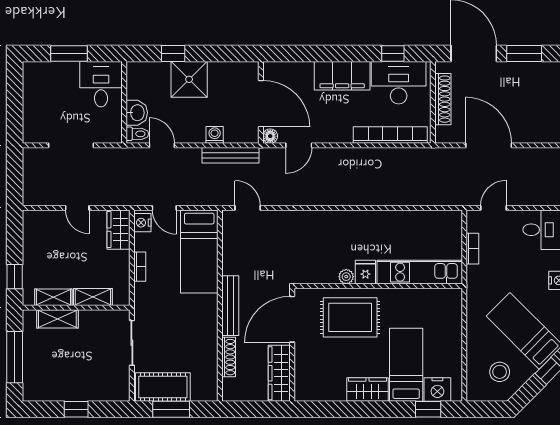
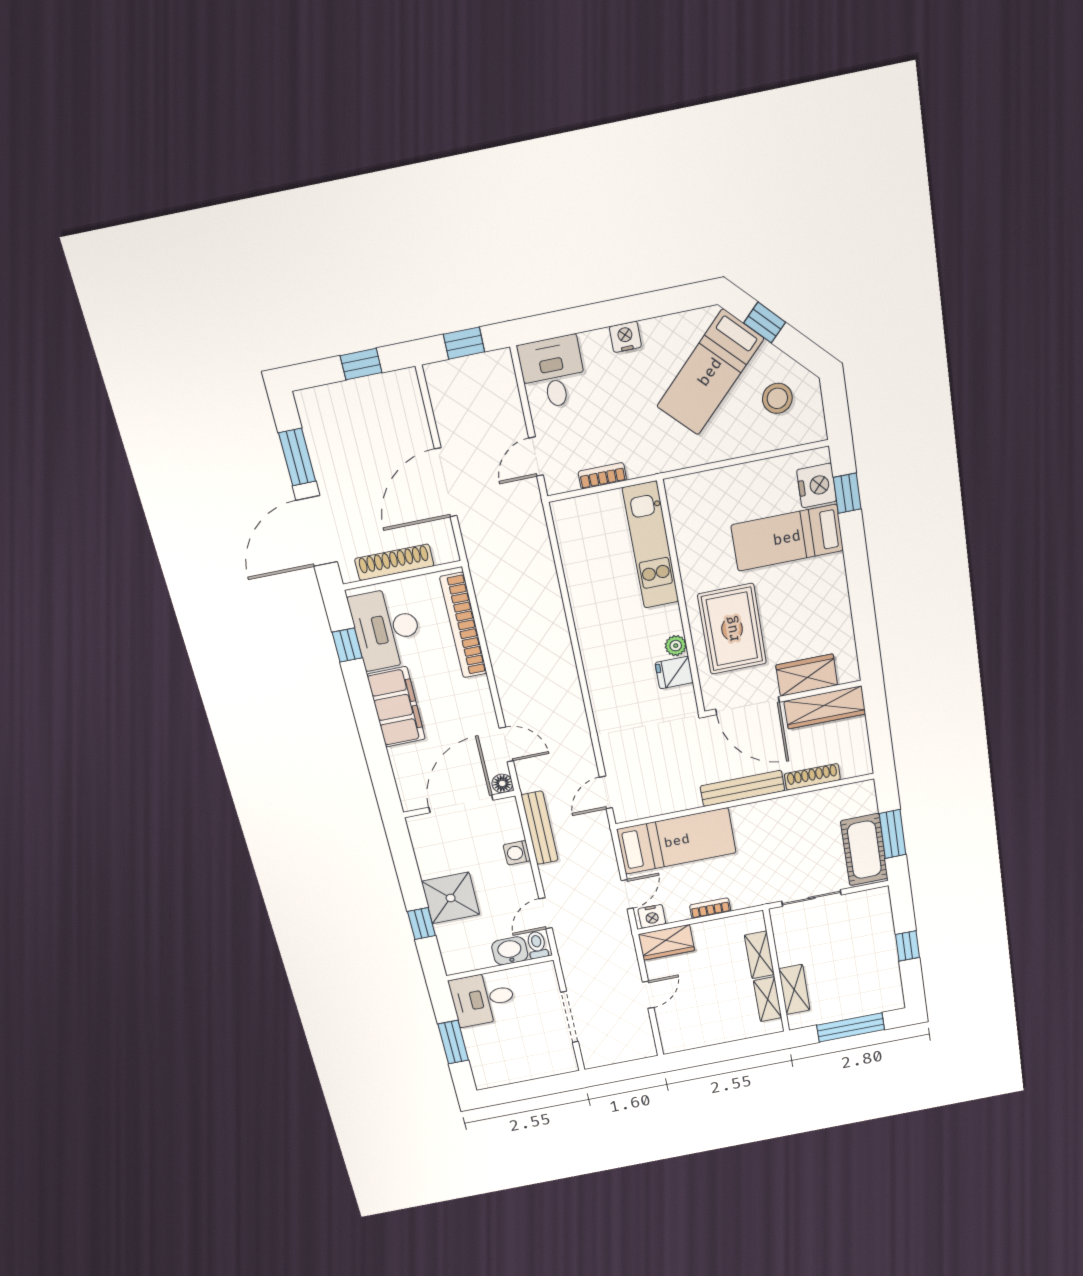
door: (494, 208) -> (536, 457), hinge flipped
fridge: (365, 272) -> (674, 673), moved
window: (15, 277) -> (749, 1047), removed
wardrobe: (367, 390) -> (807, 675), moved, turned 90

